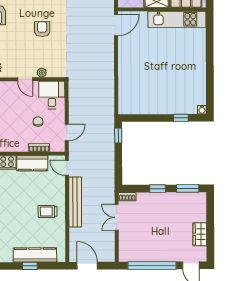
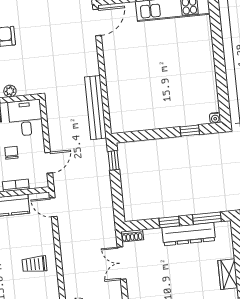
dresser: (172, 200) -> (189, 234), added
bench: (75, 202) -> (96, 108), moved

